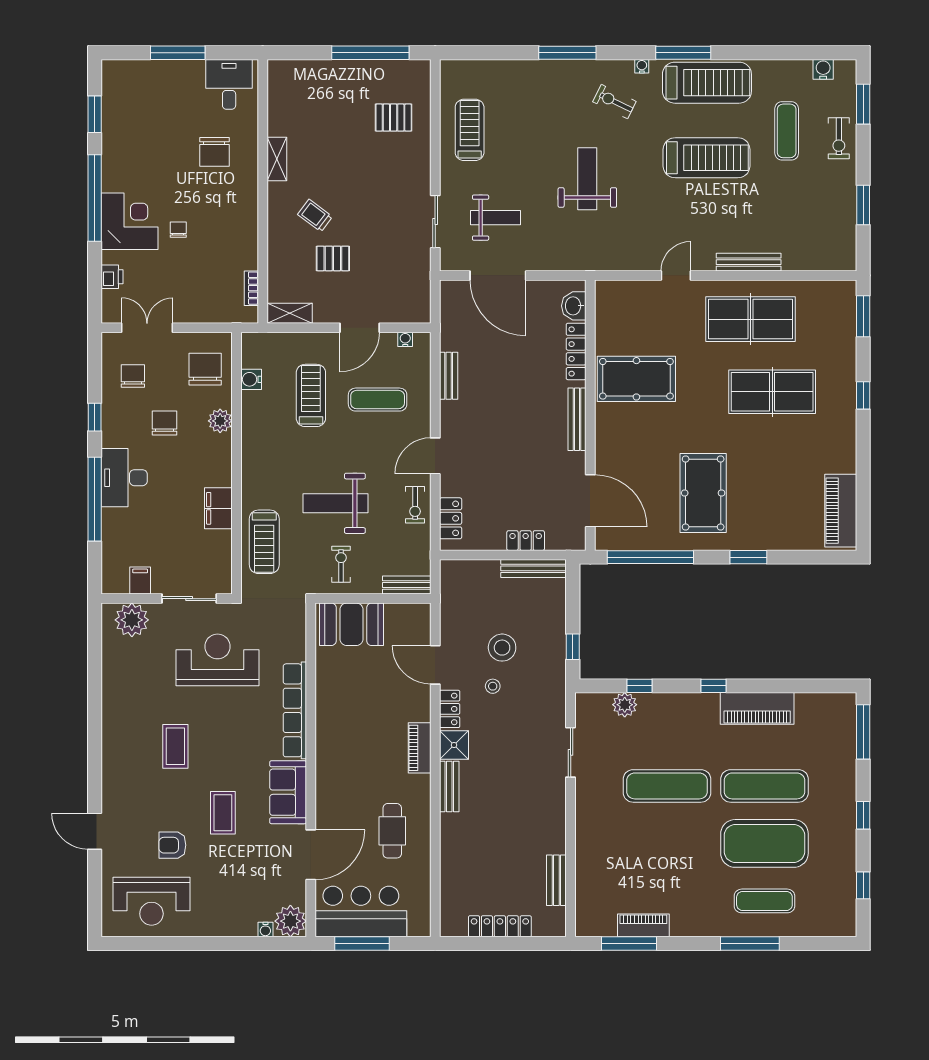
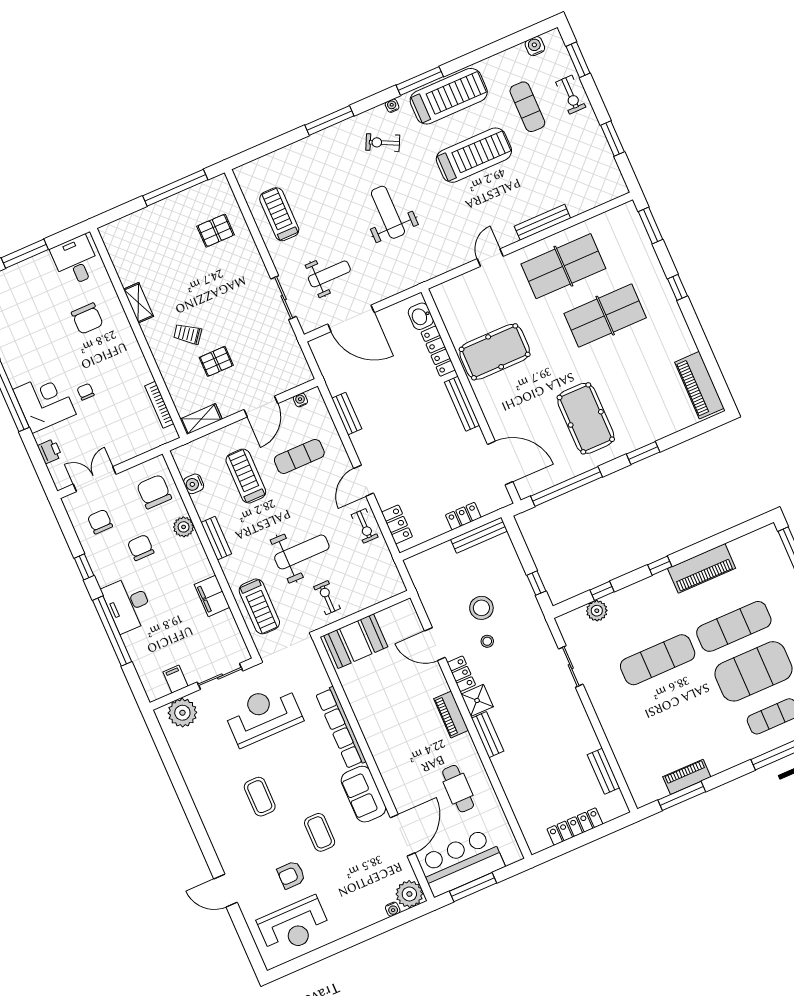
bookcase: (251, 288) -> (159, 405), width x1.56
weight bench: (335, 503) -> (302, 552), turned 180
bench: (407, 585) -> (216, 538), moved, turned 90

